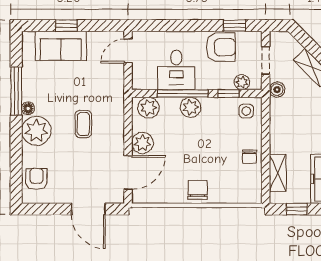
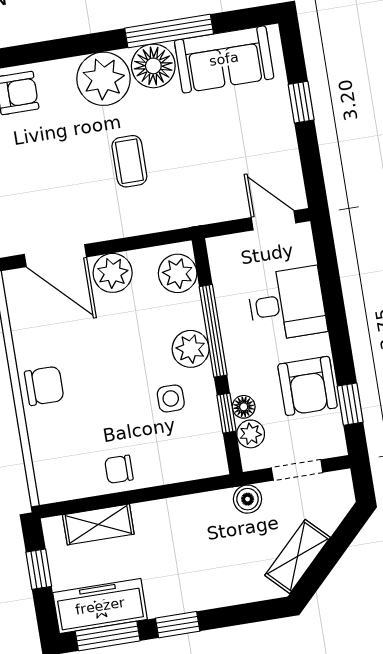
sofa: (61, 46) -> (224, 59), moved, turned -90
desk: (176, 70) -> (287, 304), moved, turned 180
floor lamp: (227, 84) -> (244, 407), added
floor lamp: (28, 108) -> (153, 66), width x1.89, depth x1.89
side table: (246, 111) -> (171, 398), moved
coffee table: (83, 124) -> (129, 161), turned 90

